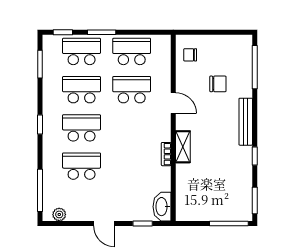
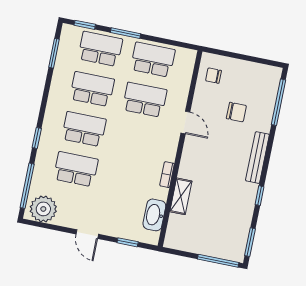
window: (40, 124) -> (37, 138), moved
shelving: (183, 147) -> (181, 196), moved
washbasin: (162, 207) -> (154, 215), moved
plant: (59, 214) -> (43, 209), width x1.88, depth x1.88

